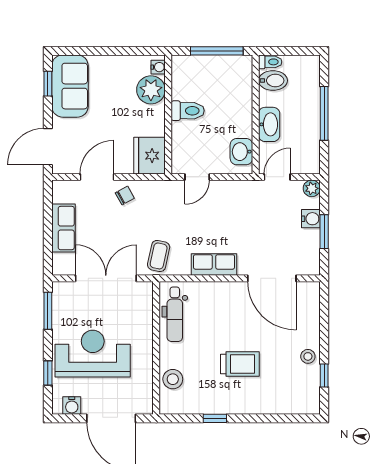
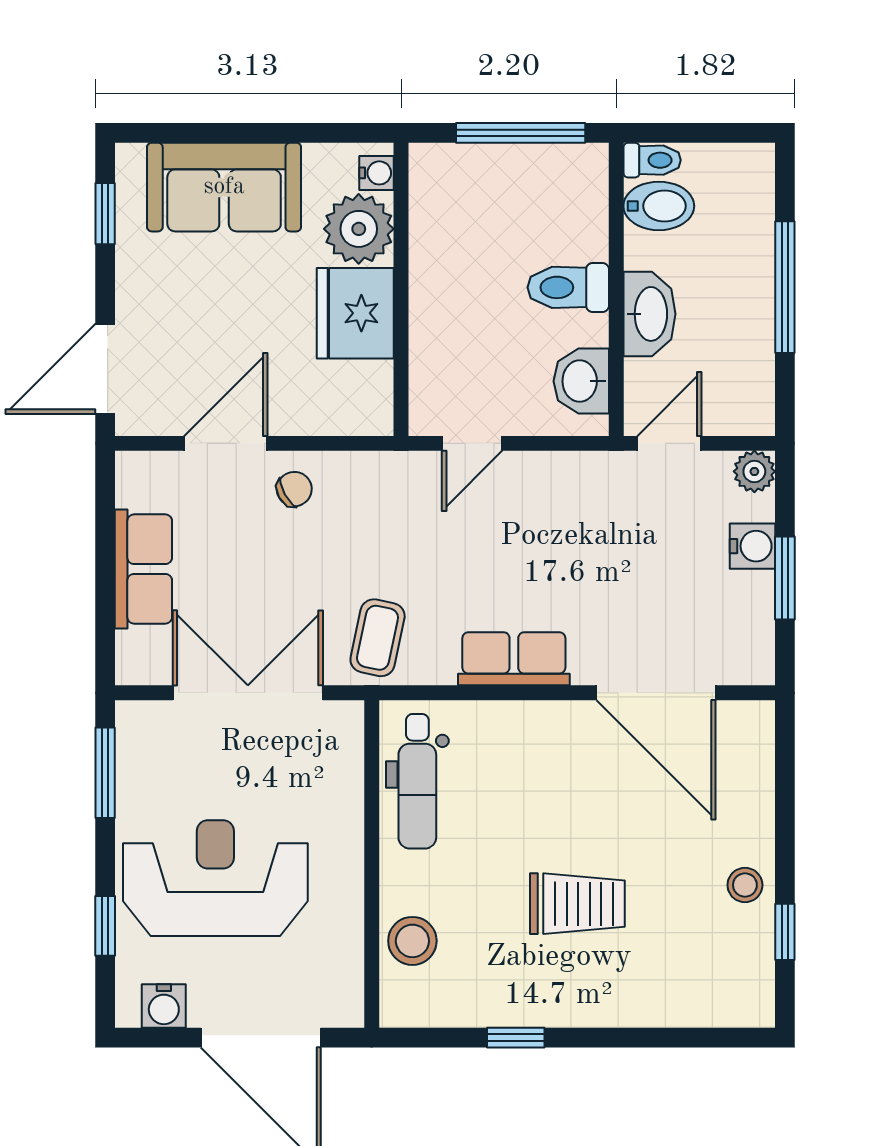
sofa: (70, 86) -> (224, 187), moved, turned 90
toilet: (188, 111) -> (568, 287), moved, turned 180
fridge: (150, 156) -> (355, 313), moved

